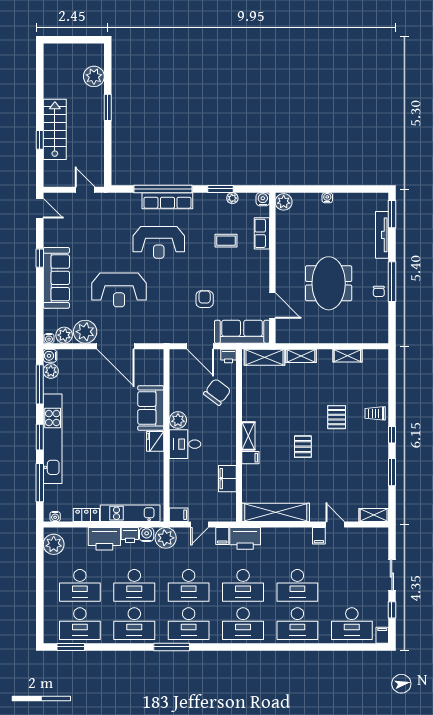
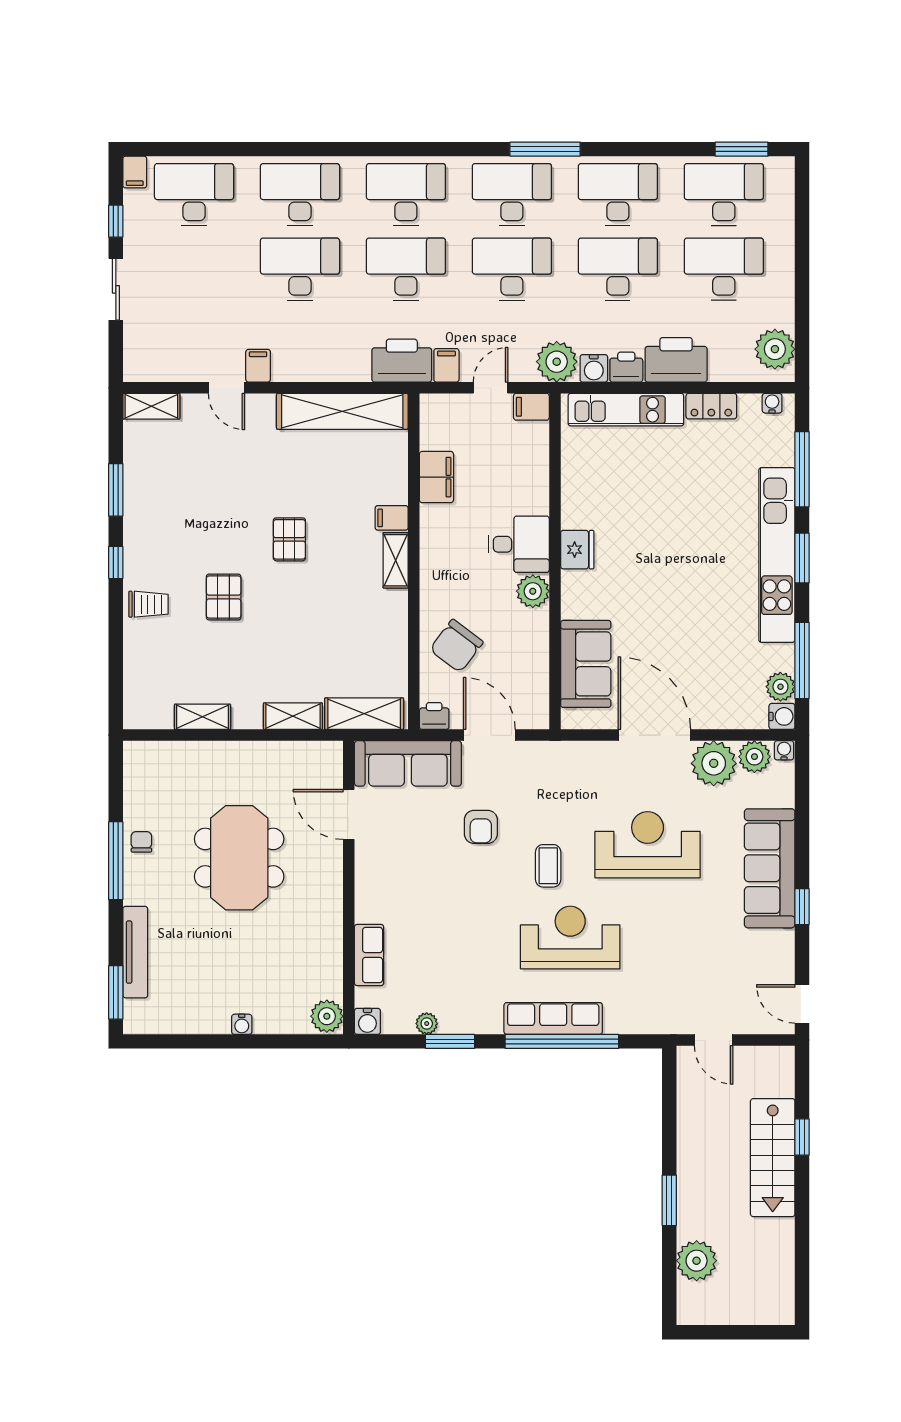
coffee table: (226, 241) -> (548, 866), moved, turned 90
sofa: (151, 408) -> (586, 664), moved

